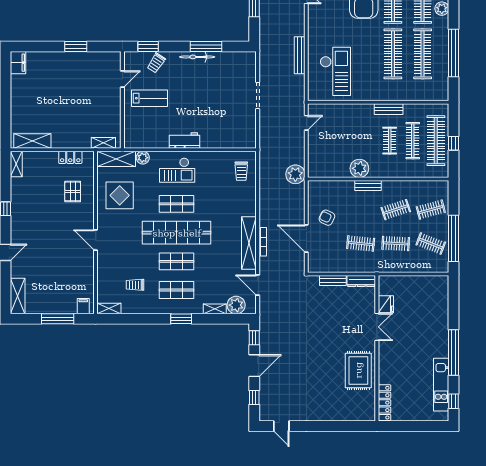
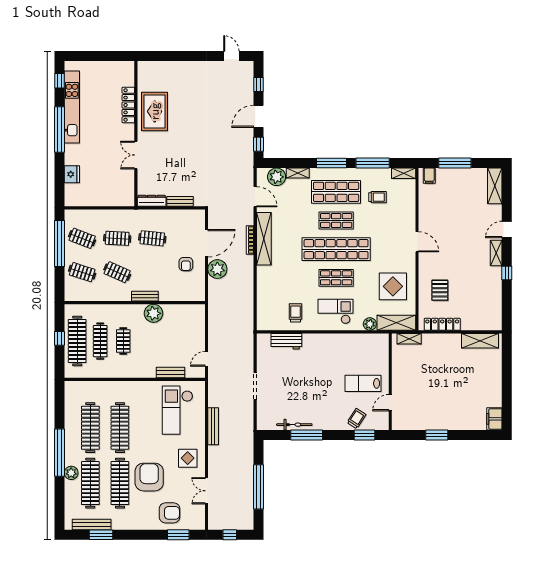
display table: (325, 23) -> (188, 458), added
window: (453, 53) -> (60, 453), moved
bicycle: (197, 57) -> (294, 425), moved
bench: (389, 109) -> (170, 372), moved
workbench: (184, 140) -> (286, 341), moved
locker: (70, 157) -> (442, 324), width x1.53
shelving: (16, 164) -> (496, 253), moved
trolley: (241, 171) -> (296, 313), moved
plant: (295, 174) -> (217, 269), moved
clothes rail: (396, 210) -> (117, 272), turned 42
clothes rail: (431, 210) -> (82, 272), turned 33
armchair: (327, 218) -> (186, 264), turned 64
door: (306, 239) -> (207, 243), hinge flipped
shop shelf: (177, 290) -> (336, 192), width x1.43, depth x1.36
fridge: (386, 304) -> (72, 174), moved, turned 180
window: (140, 319) -> (373, 163), added
window: (181, 319) -> (331, 163), width x1.44
kitchen unit: (441, 385) -> (72, 107), width x1.36
locker: (385, 403) -> (128, 105), moved

